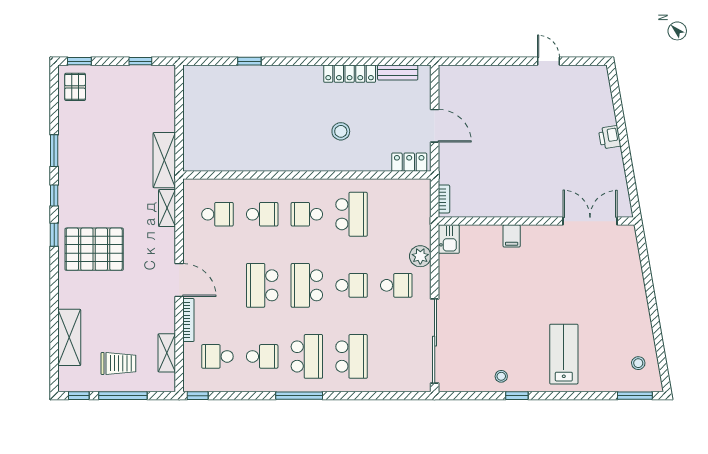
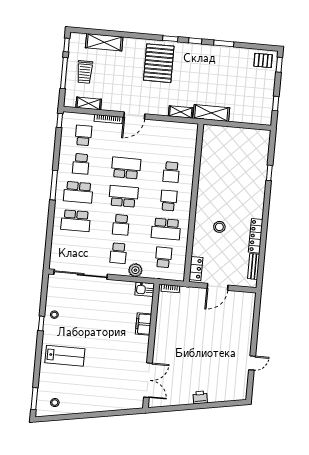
school desk: (217, 214) -> (163, 257), moved, turned 180
filing cabinet: (512, 236) -> (144, 324), width x2.00

